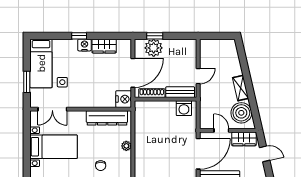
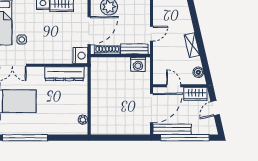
boiler: (241, 113) -> (198, 72), width x0.54, depth x0.54
plant: (126, 146) -> (83, 120), moved
door: (265, 154) -> (215, 108), swing flipped
chair: (101, 166) -> (58, 119), removed

